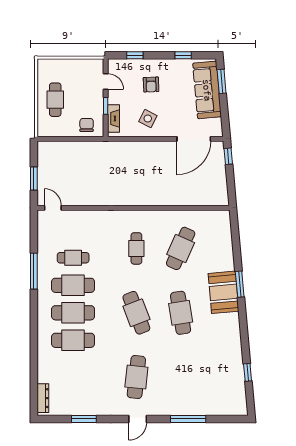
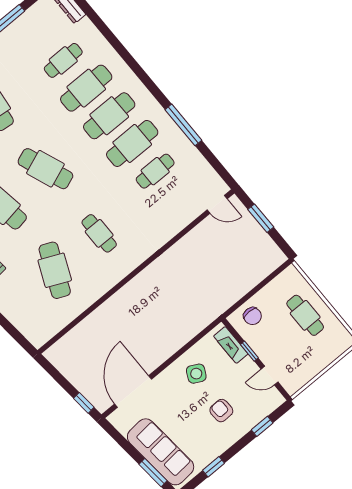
cafe table: (73, 368) -> (63, 60), added

